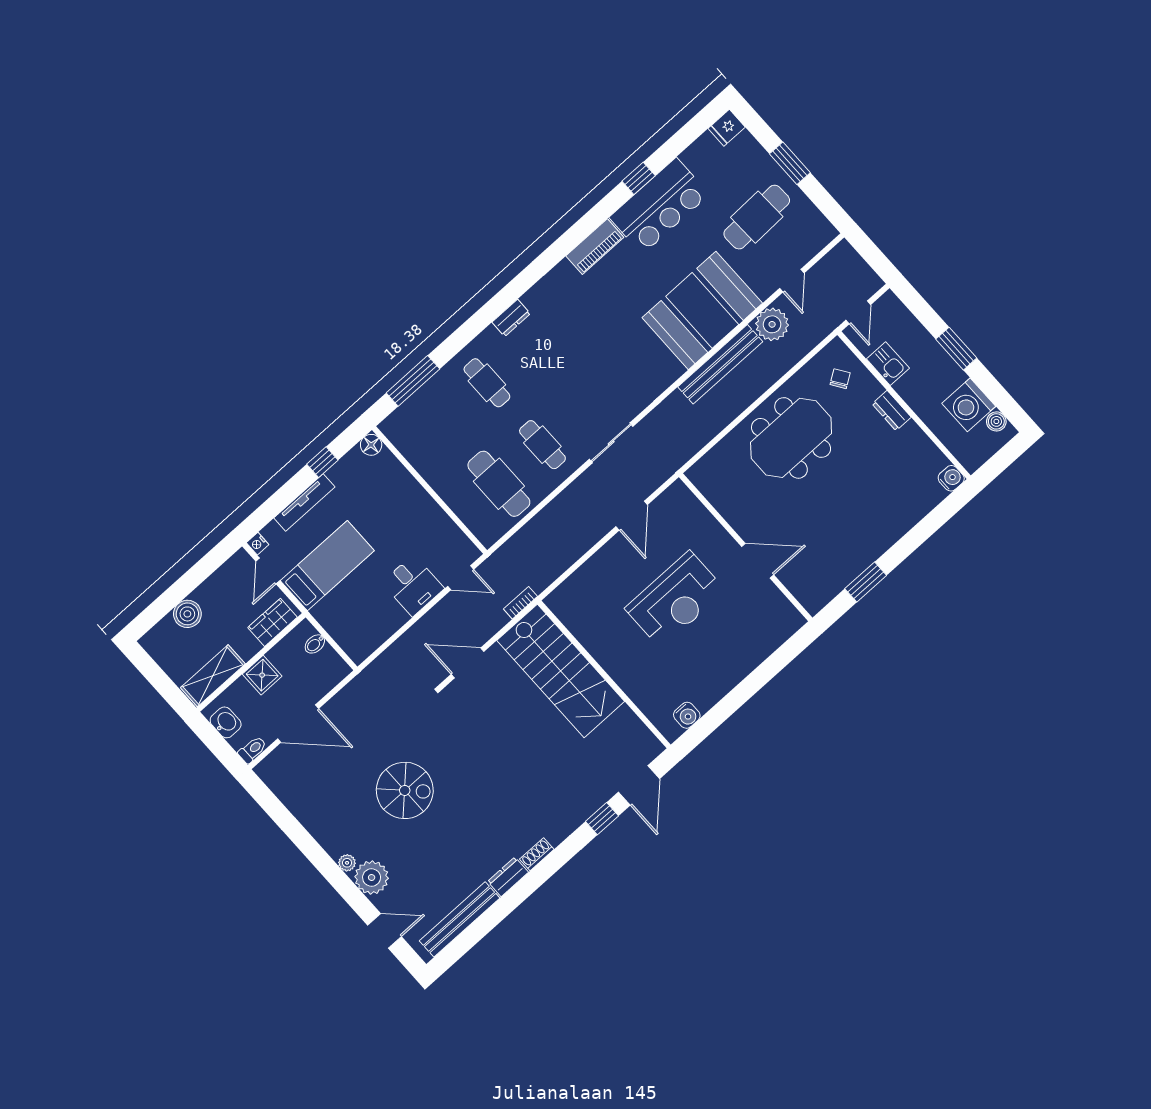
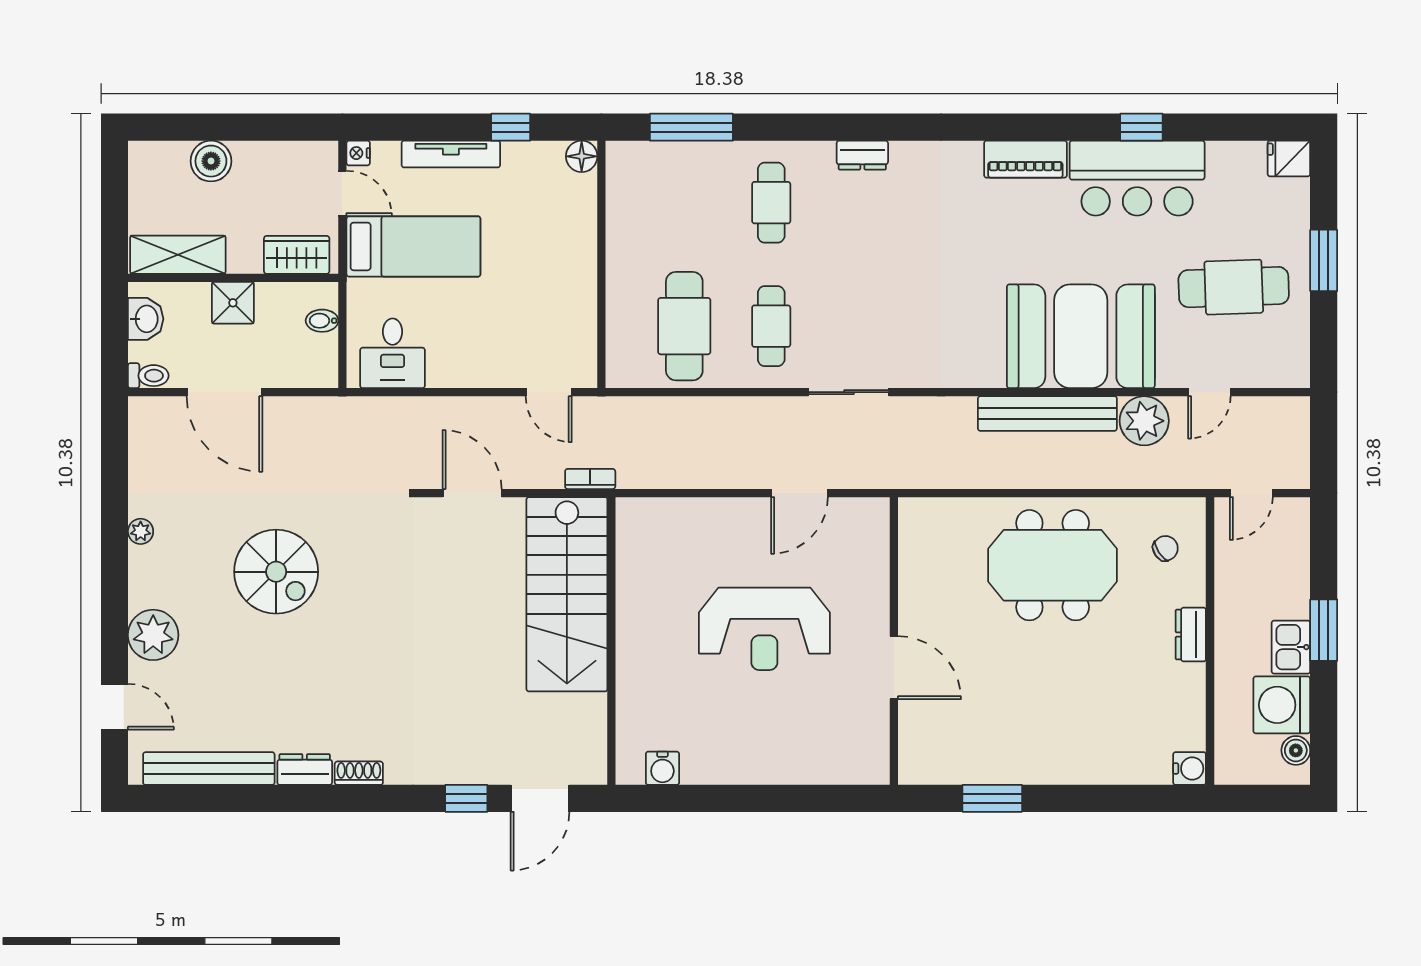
kitchen sink: (888, 364) -> (1291, 647), moved, turned 180
door: (268, 571) -> (342, 193), swing flipped
desk: (413, 585) -> (393, 353), moved
plant: (347, 863) -> (141, 531), moved

